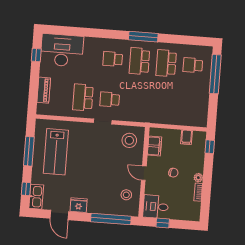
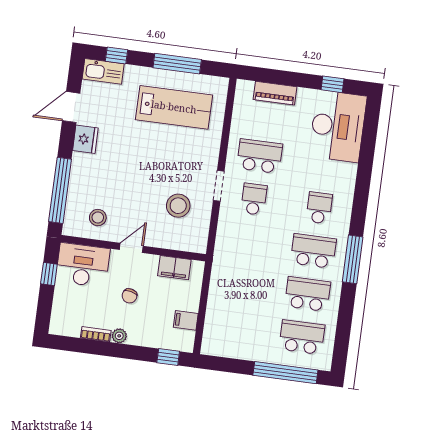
school desk: (193, 65) -> (302, 337), width x1.85
stool: (129, 140) -> (178, 206), moved
lab bench: (56, 152) -> (174, 107), turned 180
desk: (156, 207) -> (83, 265), width x1.37

